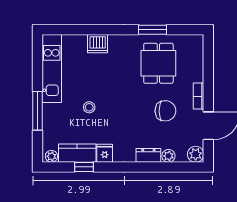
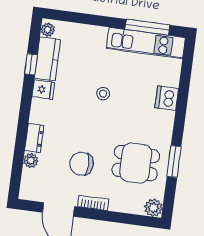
stool: (89, 107) -> (103, 94), moved
window: (38, 111) -> (148, 27), moved
chair: (165, 111) -> (82, 164), turned 90
plant: (196, 154) -> (153, 208), moved

